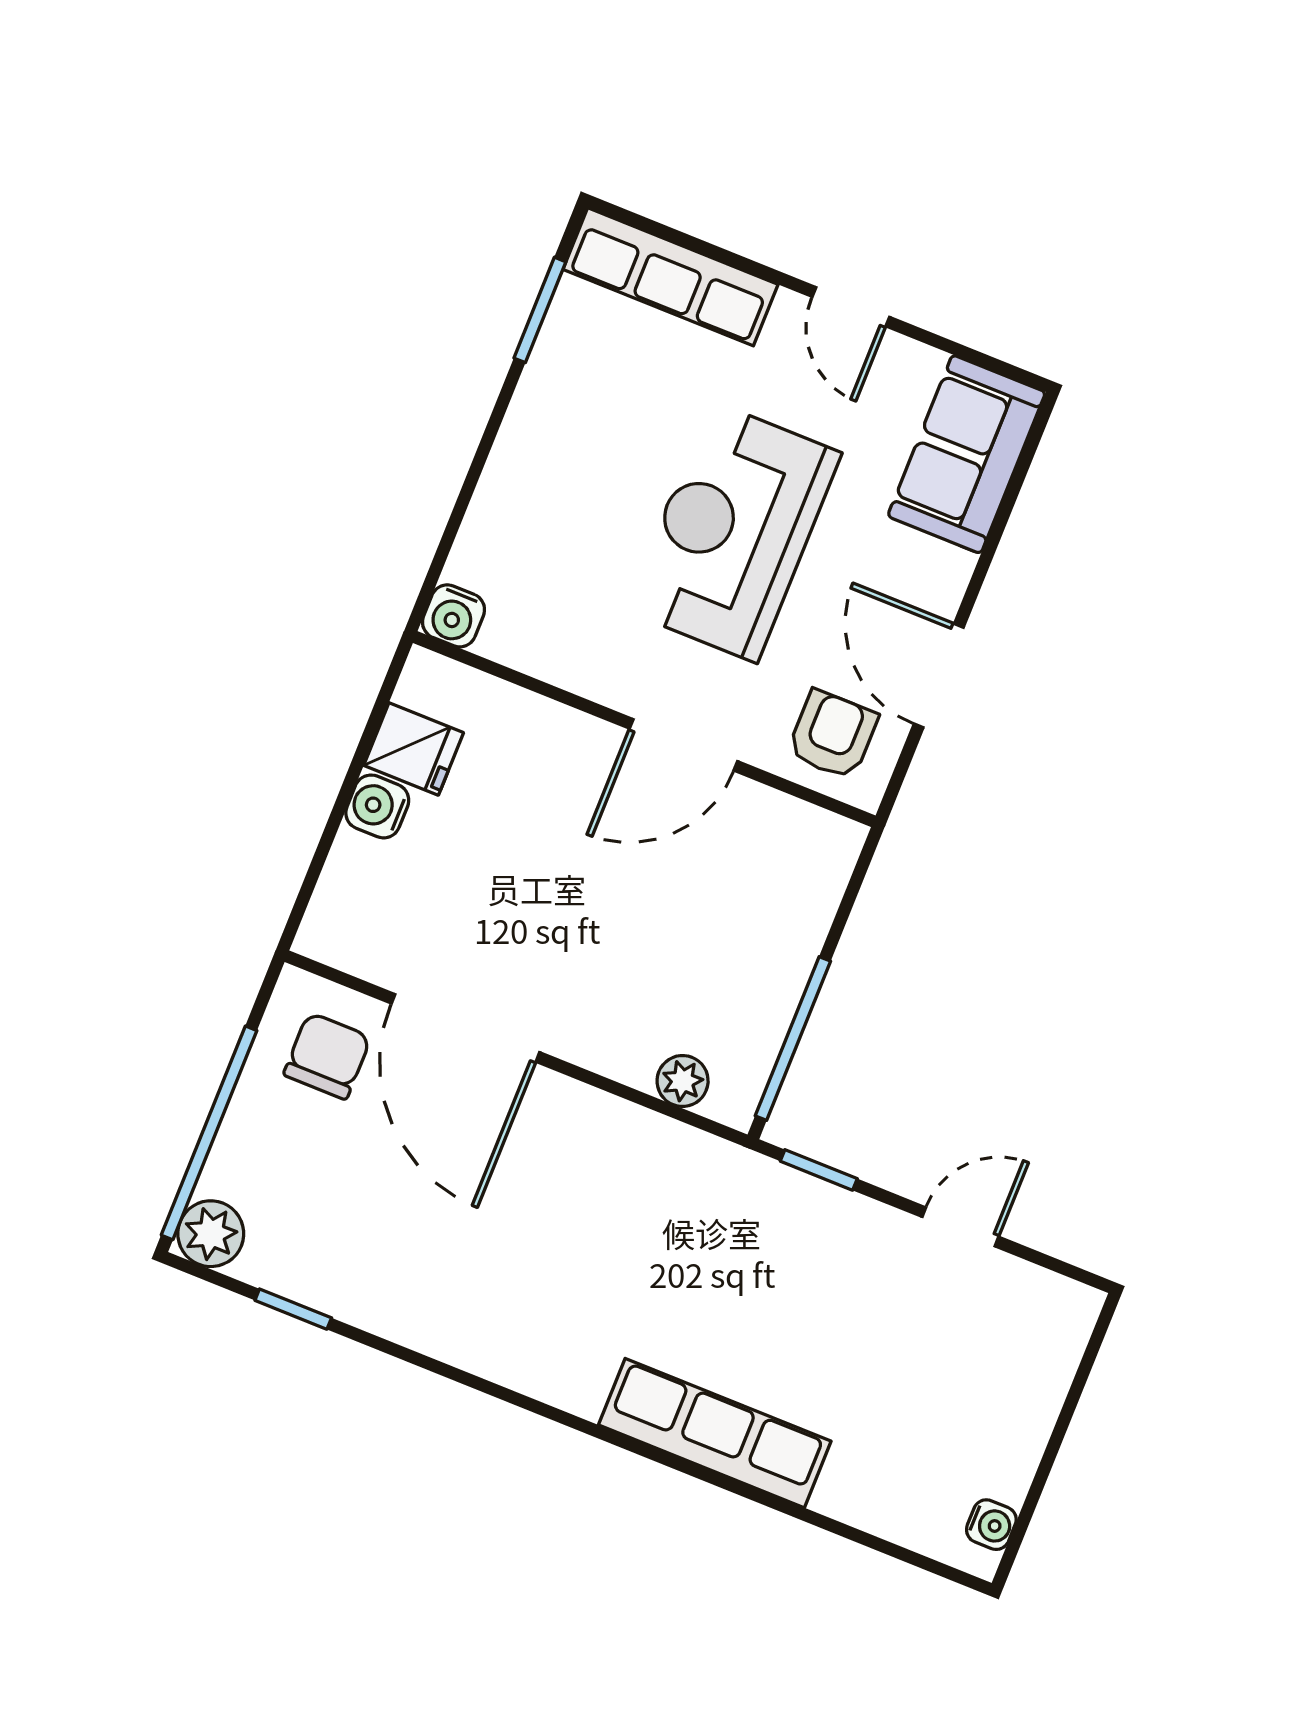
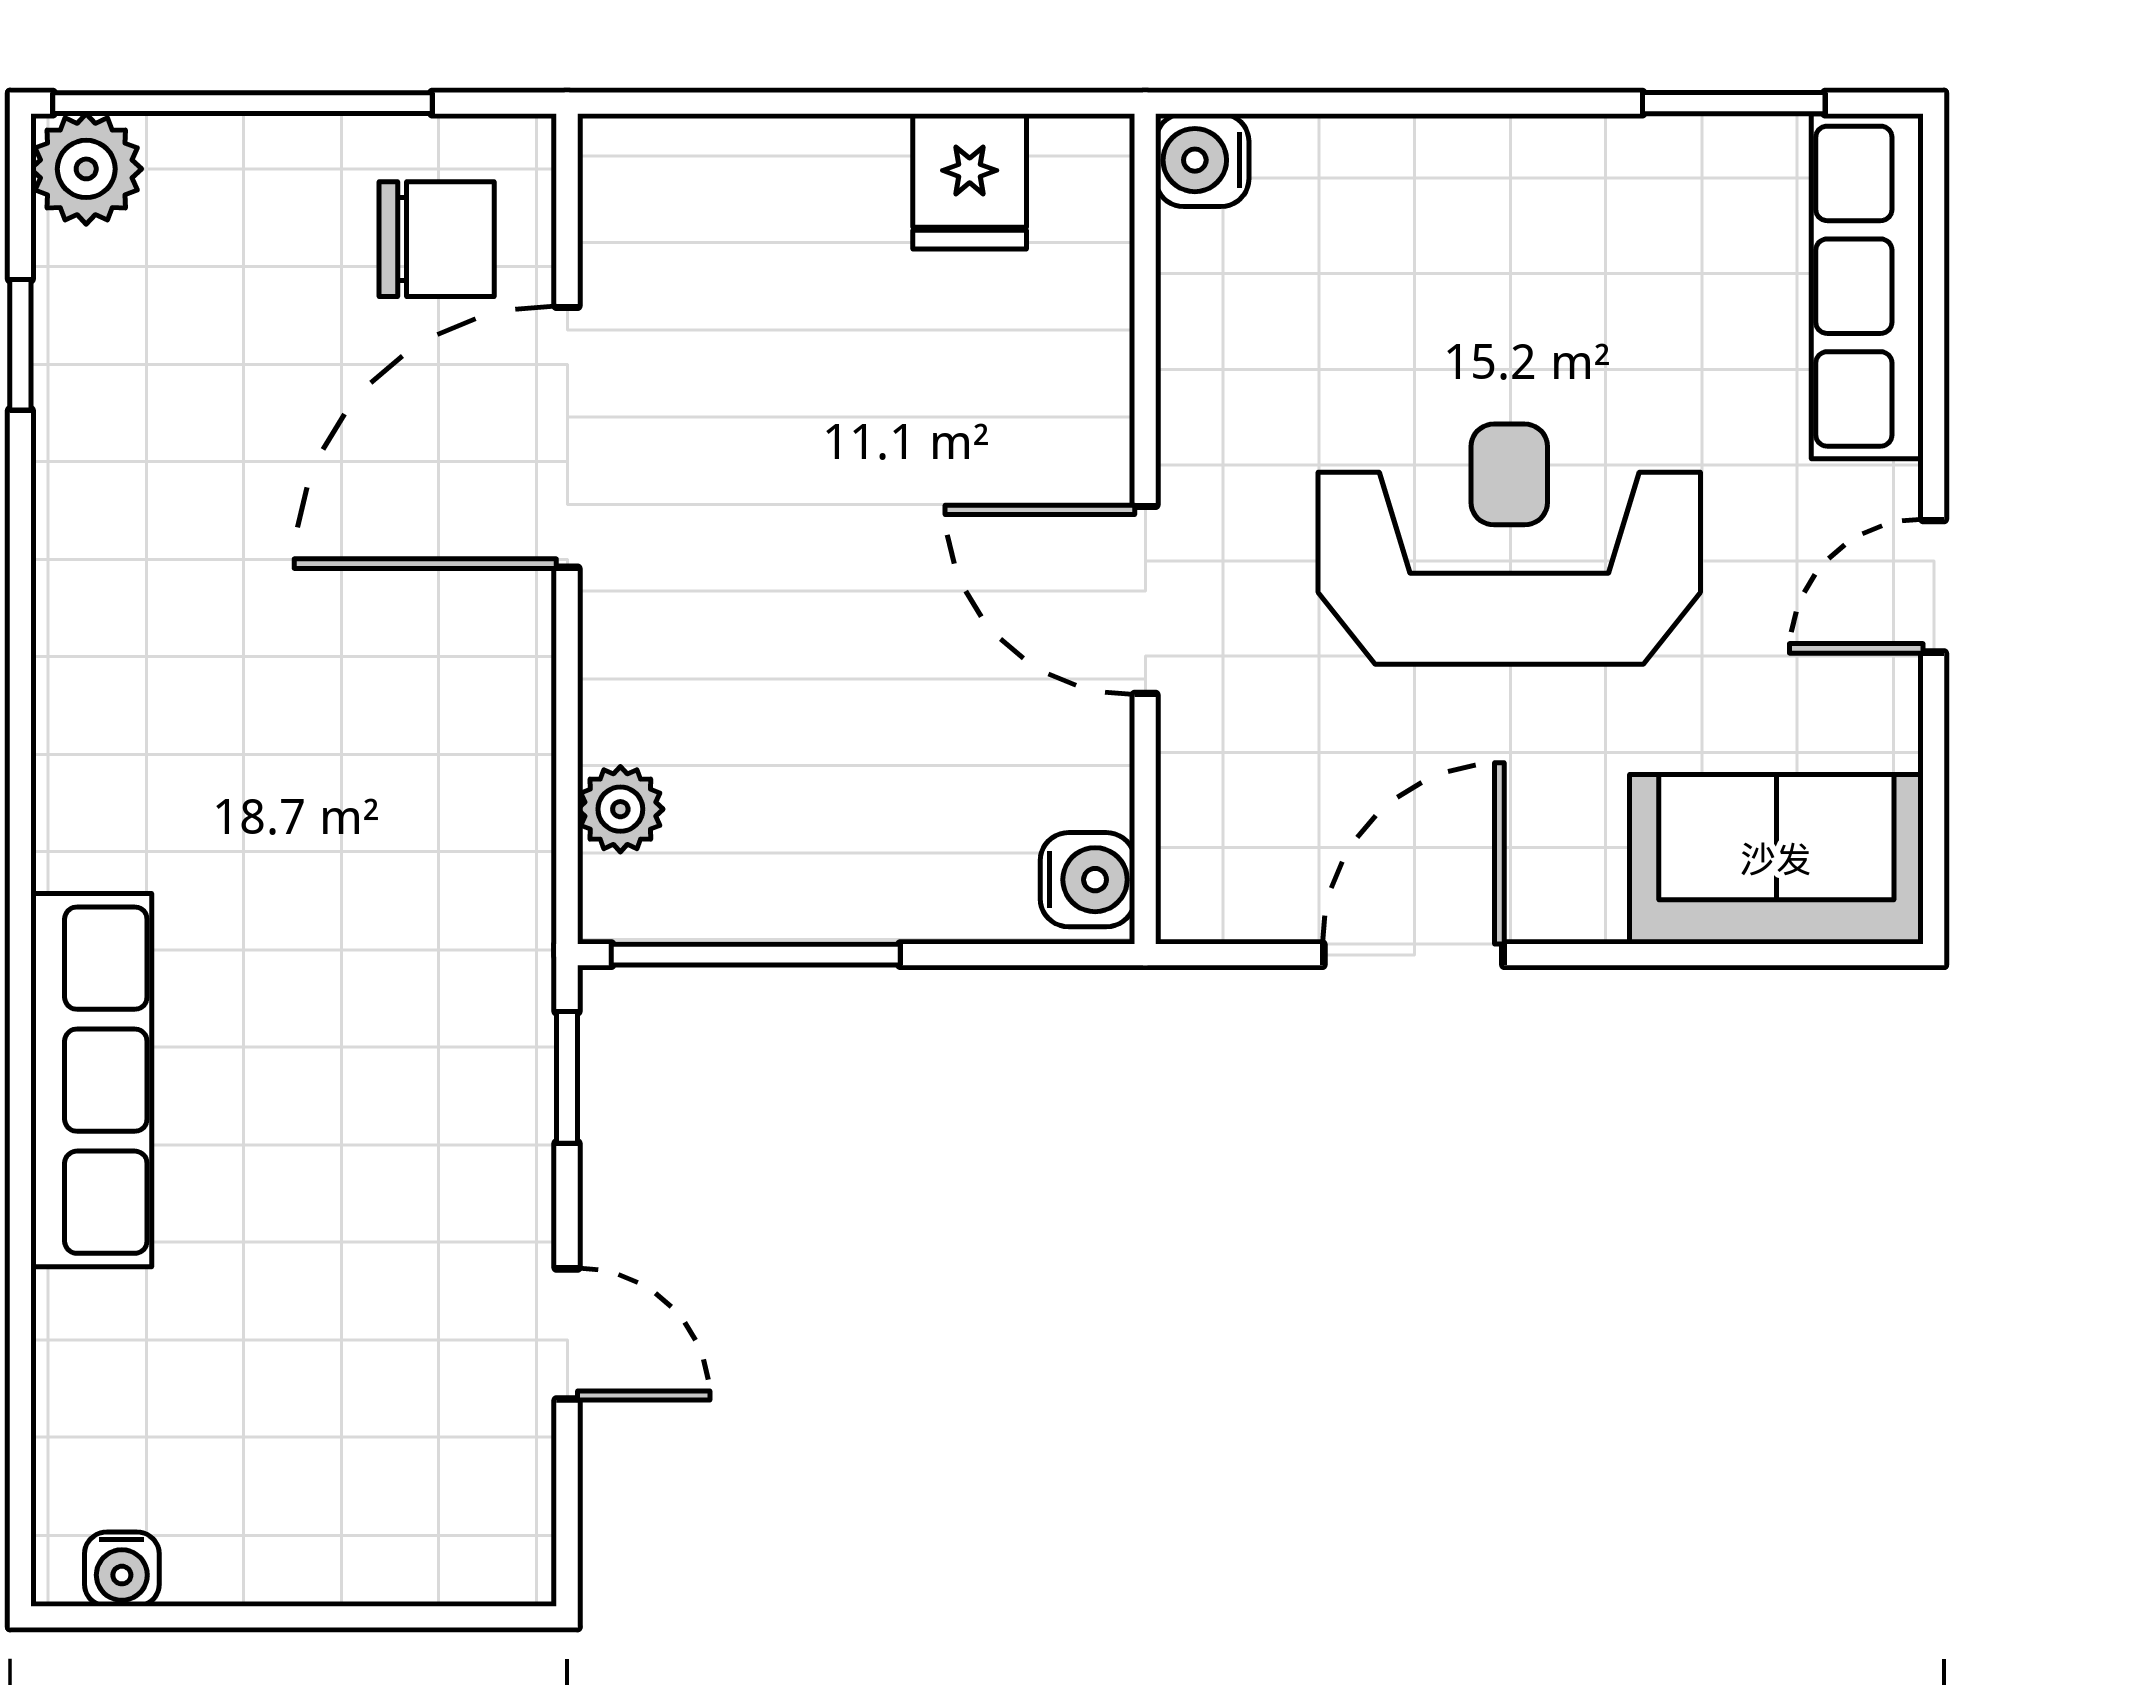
armchair: (832, 735) -> (1255, 826), removed
water cooler: (377, 806) -> (1087, 880), moved, turned 90

